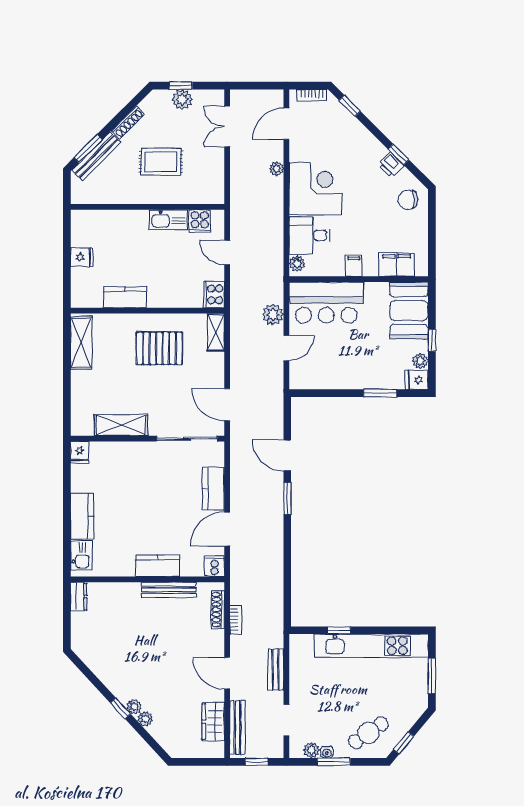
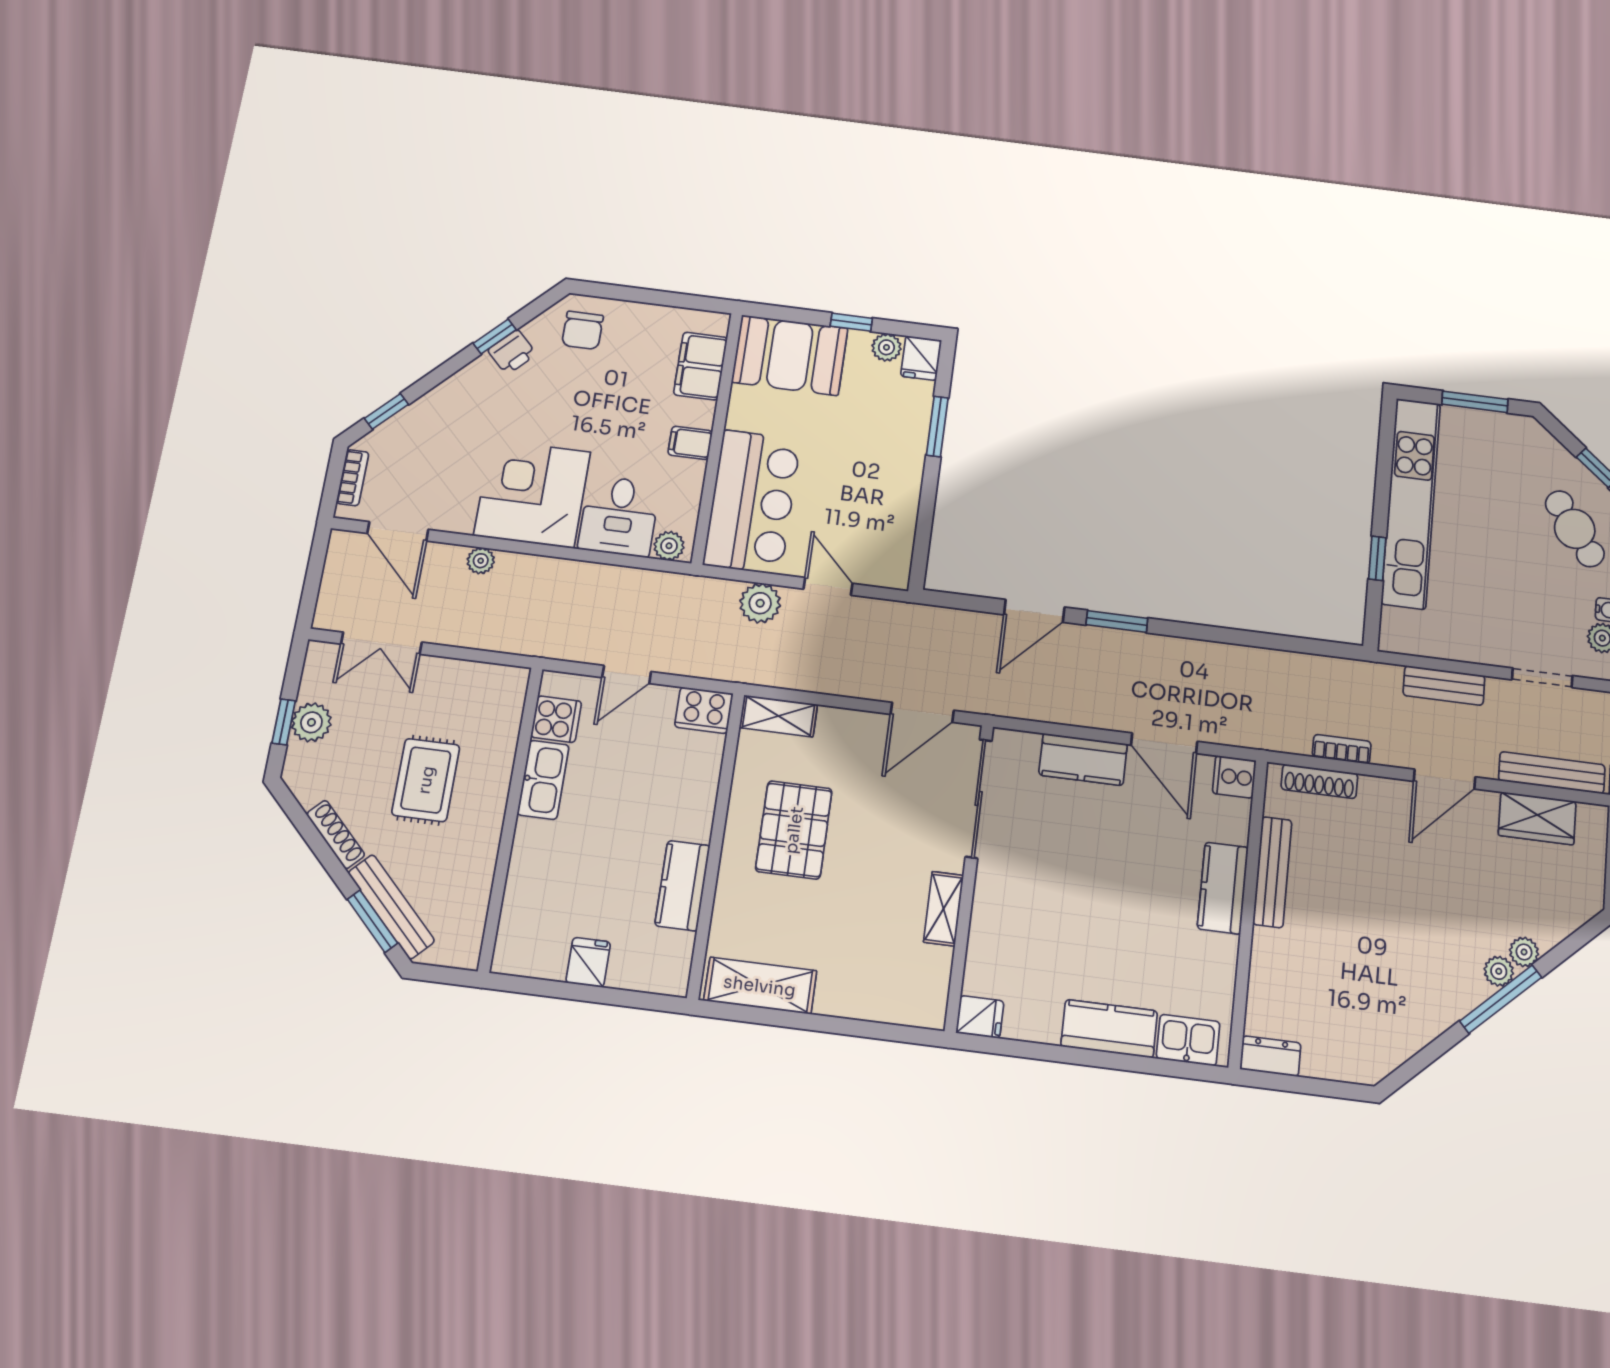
shelving: (121, 425) -> (944, 909), width x0.67, depth x0.75
window: (121, 708) -> (1501, 999), width x2.17

